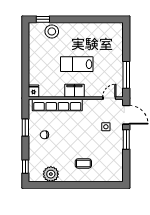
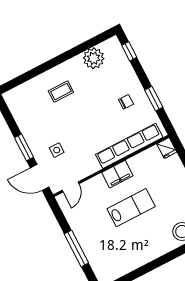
window: (126, 75) -> (76, 248), moved

